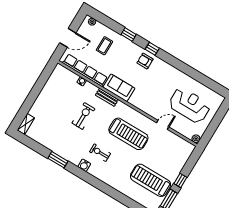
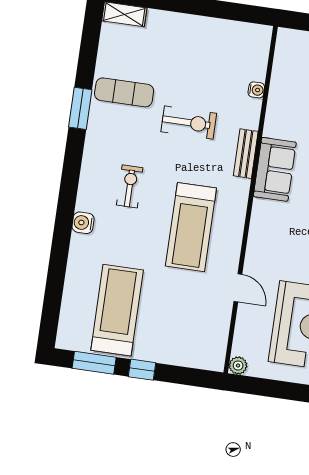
row of seats: (85, 70) -> (281, 87), removed
exercise mat: (59, 138) -> (124, 92), added
water cooler: (84, 165) -> (83, 223), moved

